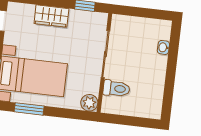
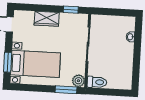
toilet: (116, 89) -> (97, 82), moved
window: (29, 109) -> (66, 90), moved

